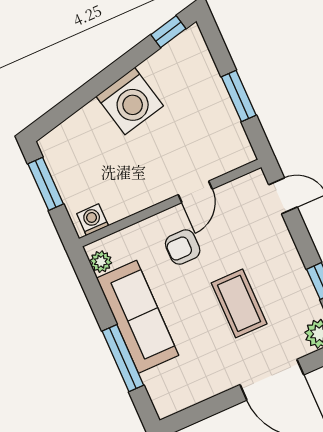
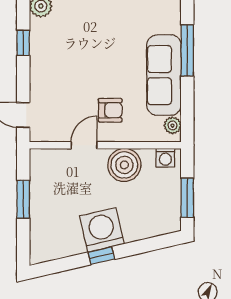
window: (168, 32) -> (101, 256), moved
boiler: (137, 190) -> (124, 165), added
coffee table: (239, 303) -> (88, 53), removed

